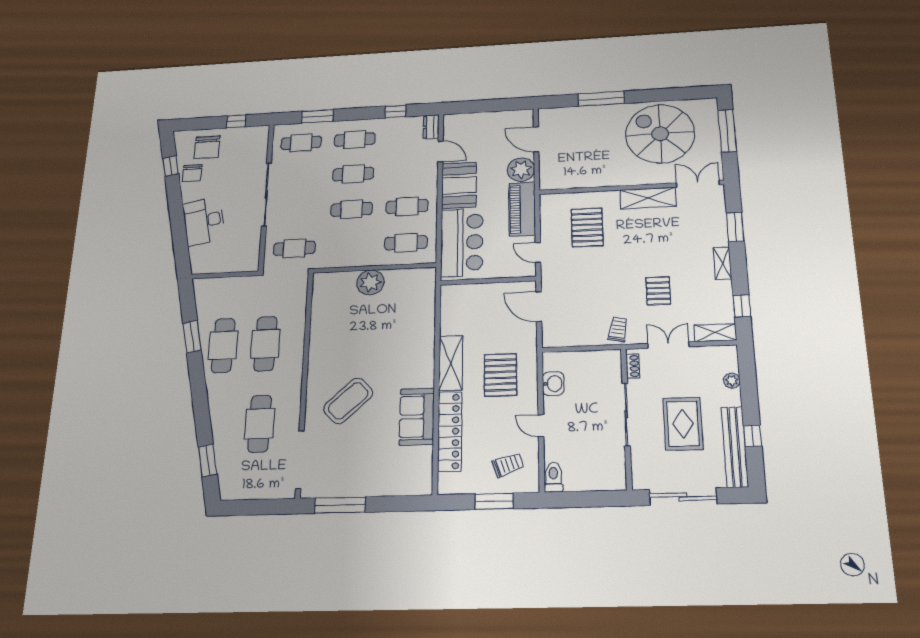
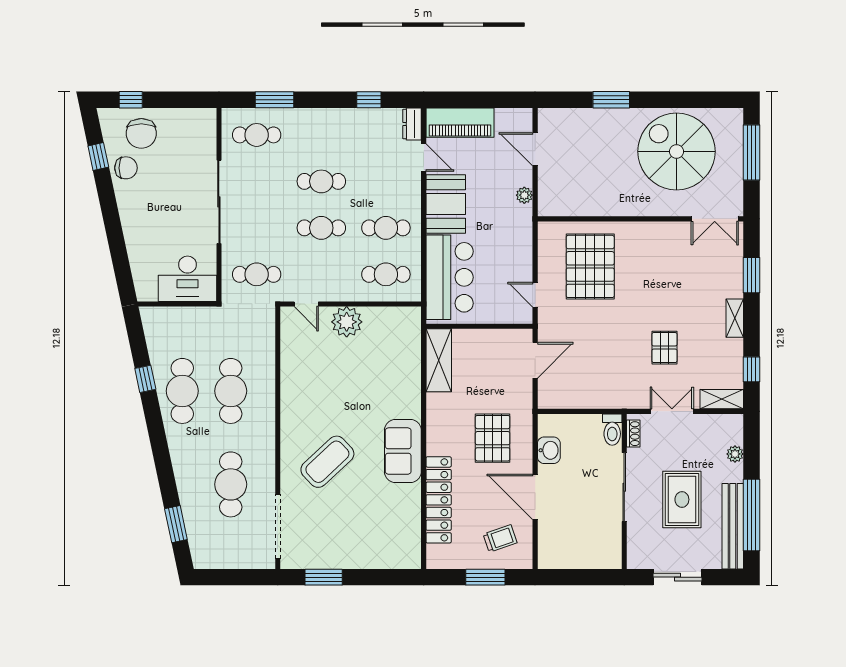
window: (601, 99) -> (611, 100), width x0.69
window: (236, 121) -> (131, 100), moved
cafe table: (355, 140) -> (321, 135), removed
plant: (521, 170) -> (524, 195), width x0.53, depth x0.53
chair: (192, 173) -> (126, 168), turned -90
double door: (698, 184) -> (715, 219), swing flipped
shelving: (648, 198) -> (659, 233), removed
piano: (522, 209) -> (460, 123), moved, turned -90
desk: (204, 221) -> (188, 279), moved, turned -78
pallet: (587, 227) -> (590, 266), width x1.37, depth x1.41
door: (336, 270) -> (306, 304), added
door: (539, 307) -> (535, 360), swing flipped
trolley: (618, 329) -> (619, 391), removed
window: (192, 337) -> (145, 379), width x0.67
shelving: (451, 363) -> (439, 360), moved
sofa: (417, 417) -> (403, 451), moved
door: (541, 426) -> (535, 497), width x1.88
window: (753, 436) -> (752, 515), width x3.17
toilet: (553, 477) -> (612, 430), moved, turned 180
sliding door: (683, 497) -> (677, 577), width x0.73
window: (340, 505) -> (324, 577), width x0.69

